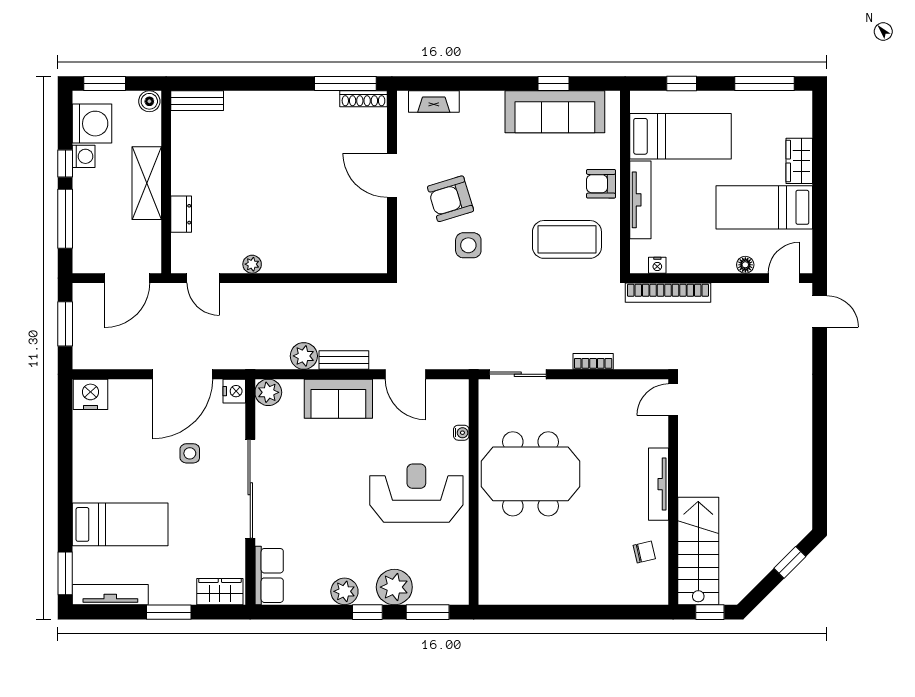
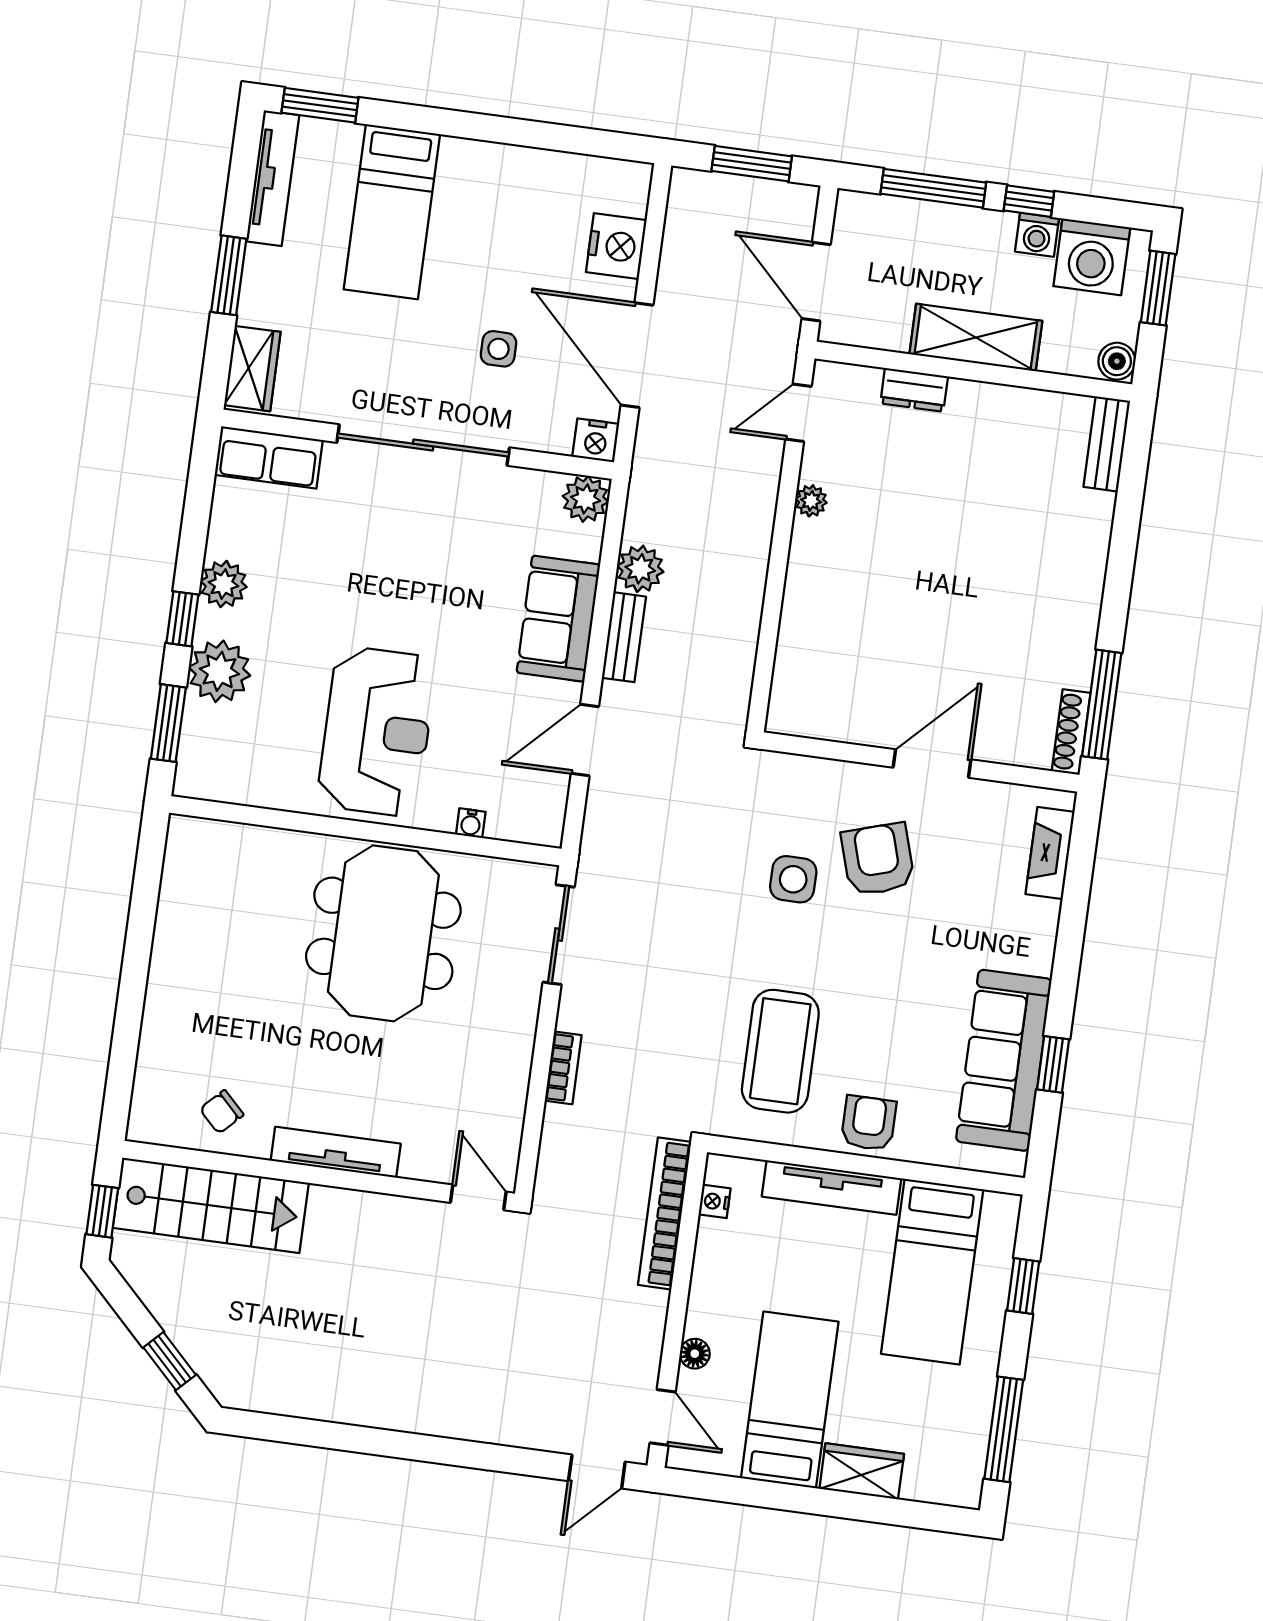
nightstand: (90, 394) -> (616, 246), moved
chair: (644, 552) -> (222, 1112), turned 58

